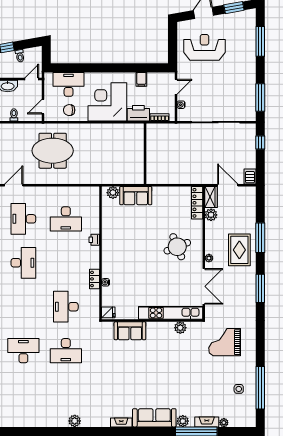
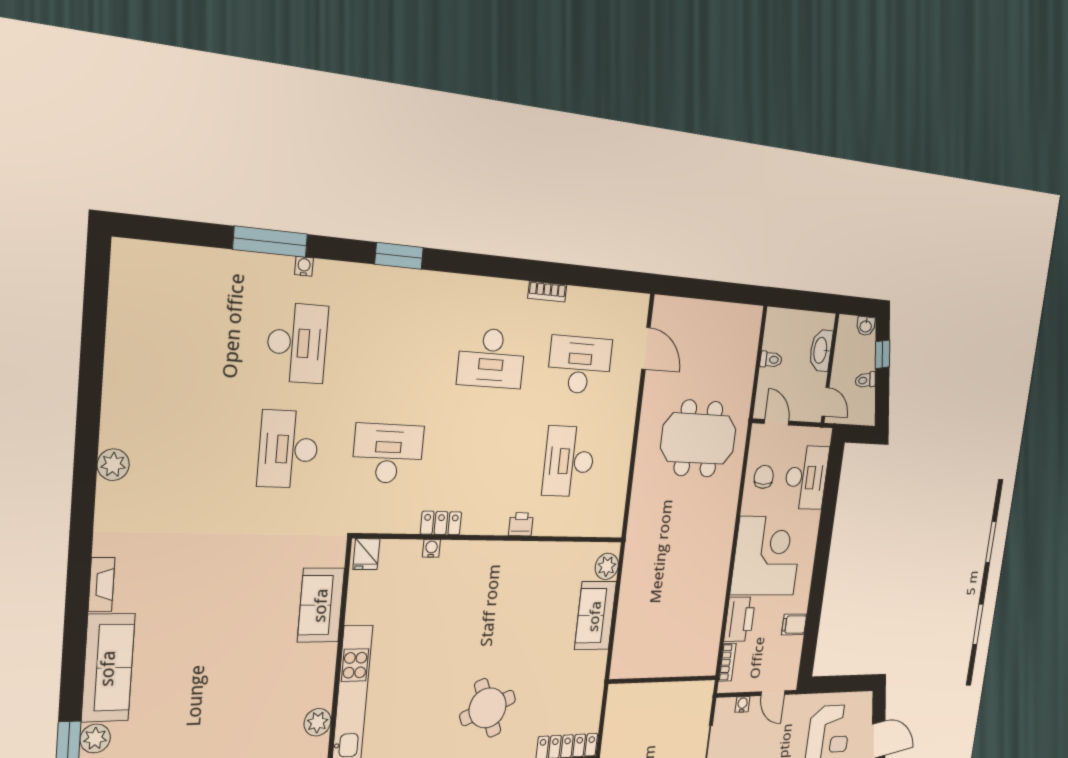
meeting table: (53, 151) -> (698, 439), turned 90
wall: (145, 154) -> (663, 680), moved

